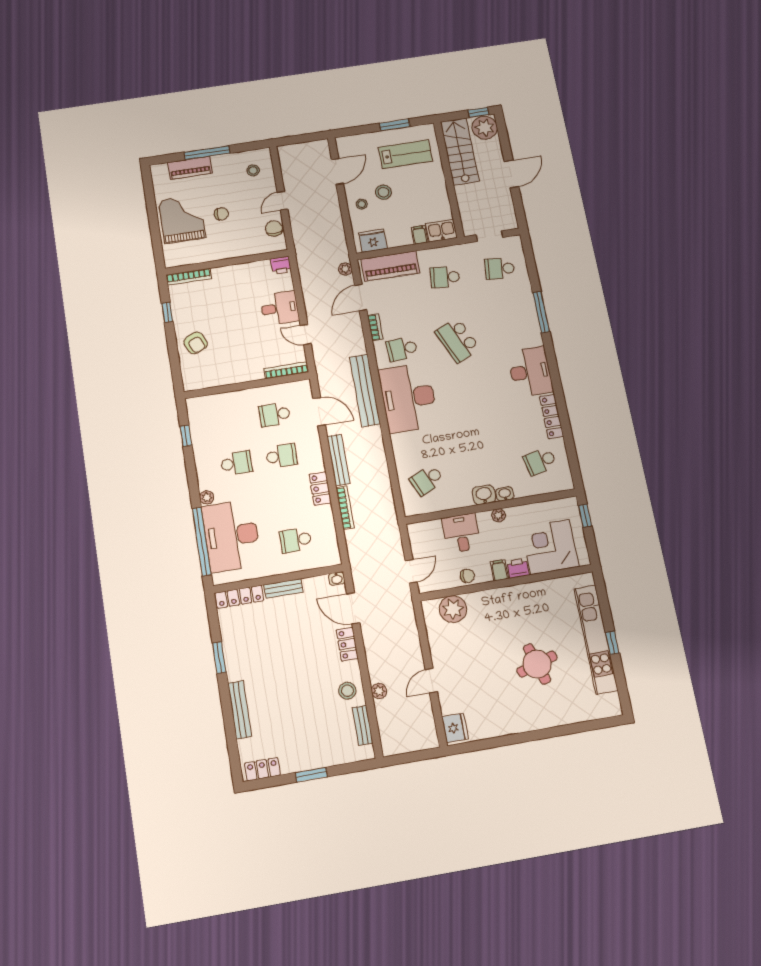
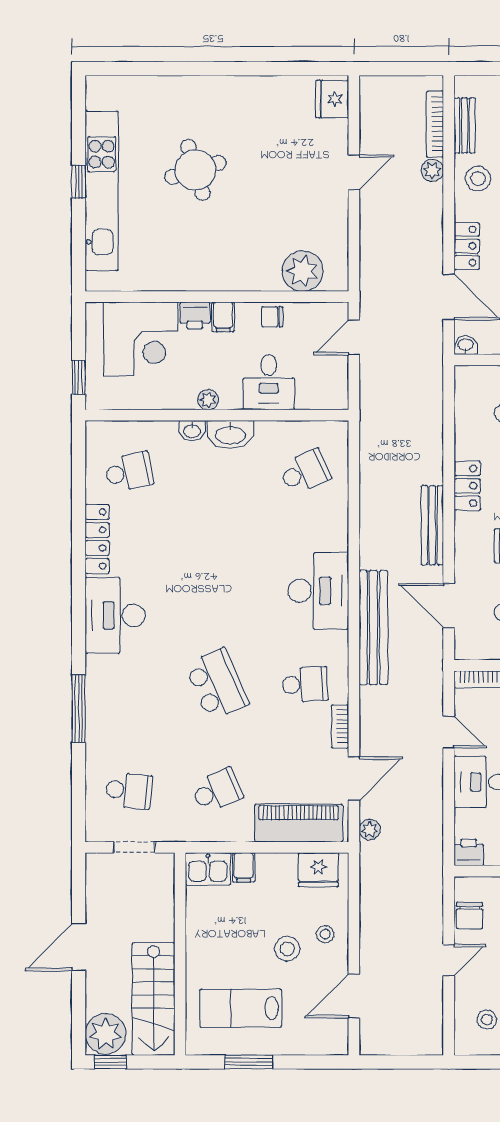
school desk: (445, 277) -> (217, 791), turned -30
desk: (408, 398) -> (318, 591), width x0.73, depth x0.77
washbasin: (484, 495) -> (230, 435), width x1.38
bookcase: (345, 508) -> (435, 124), moved

